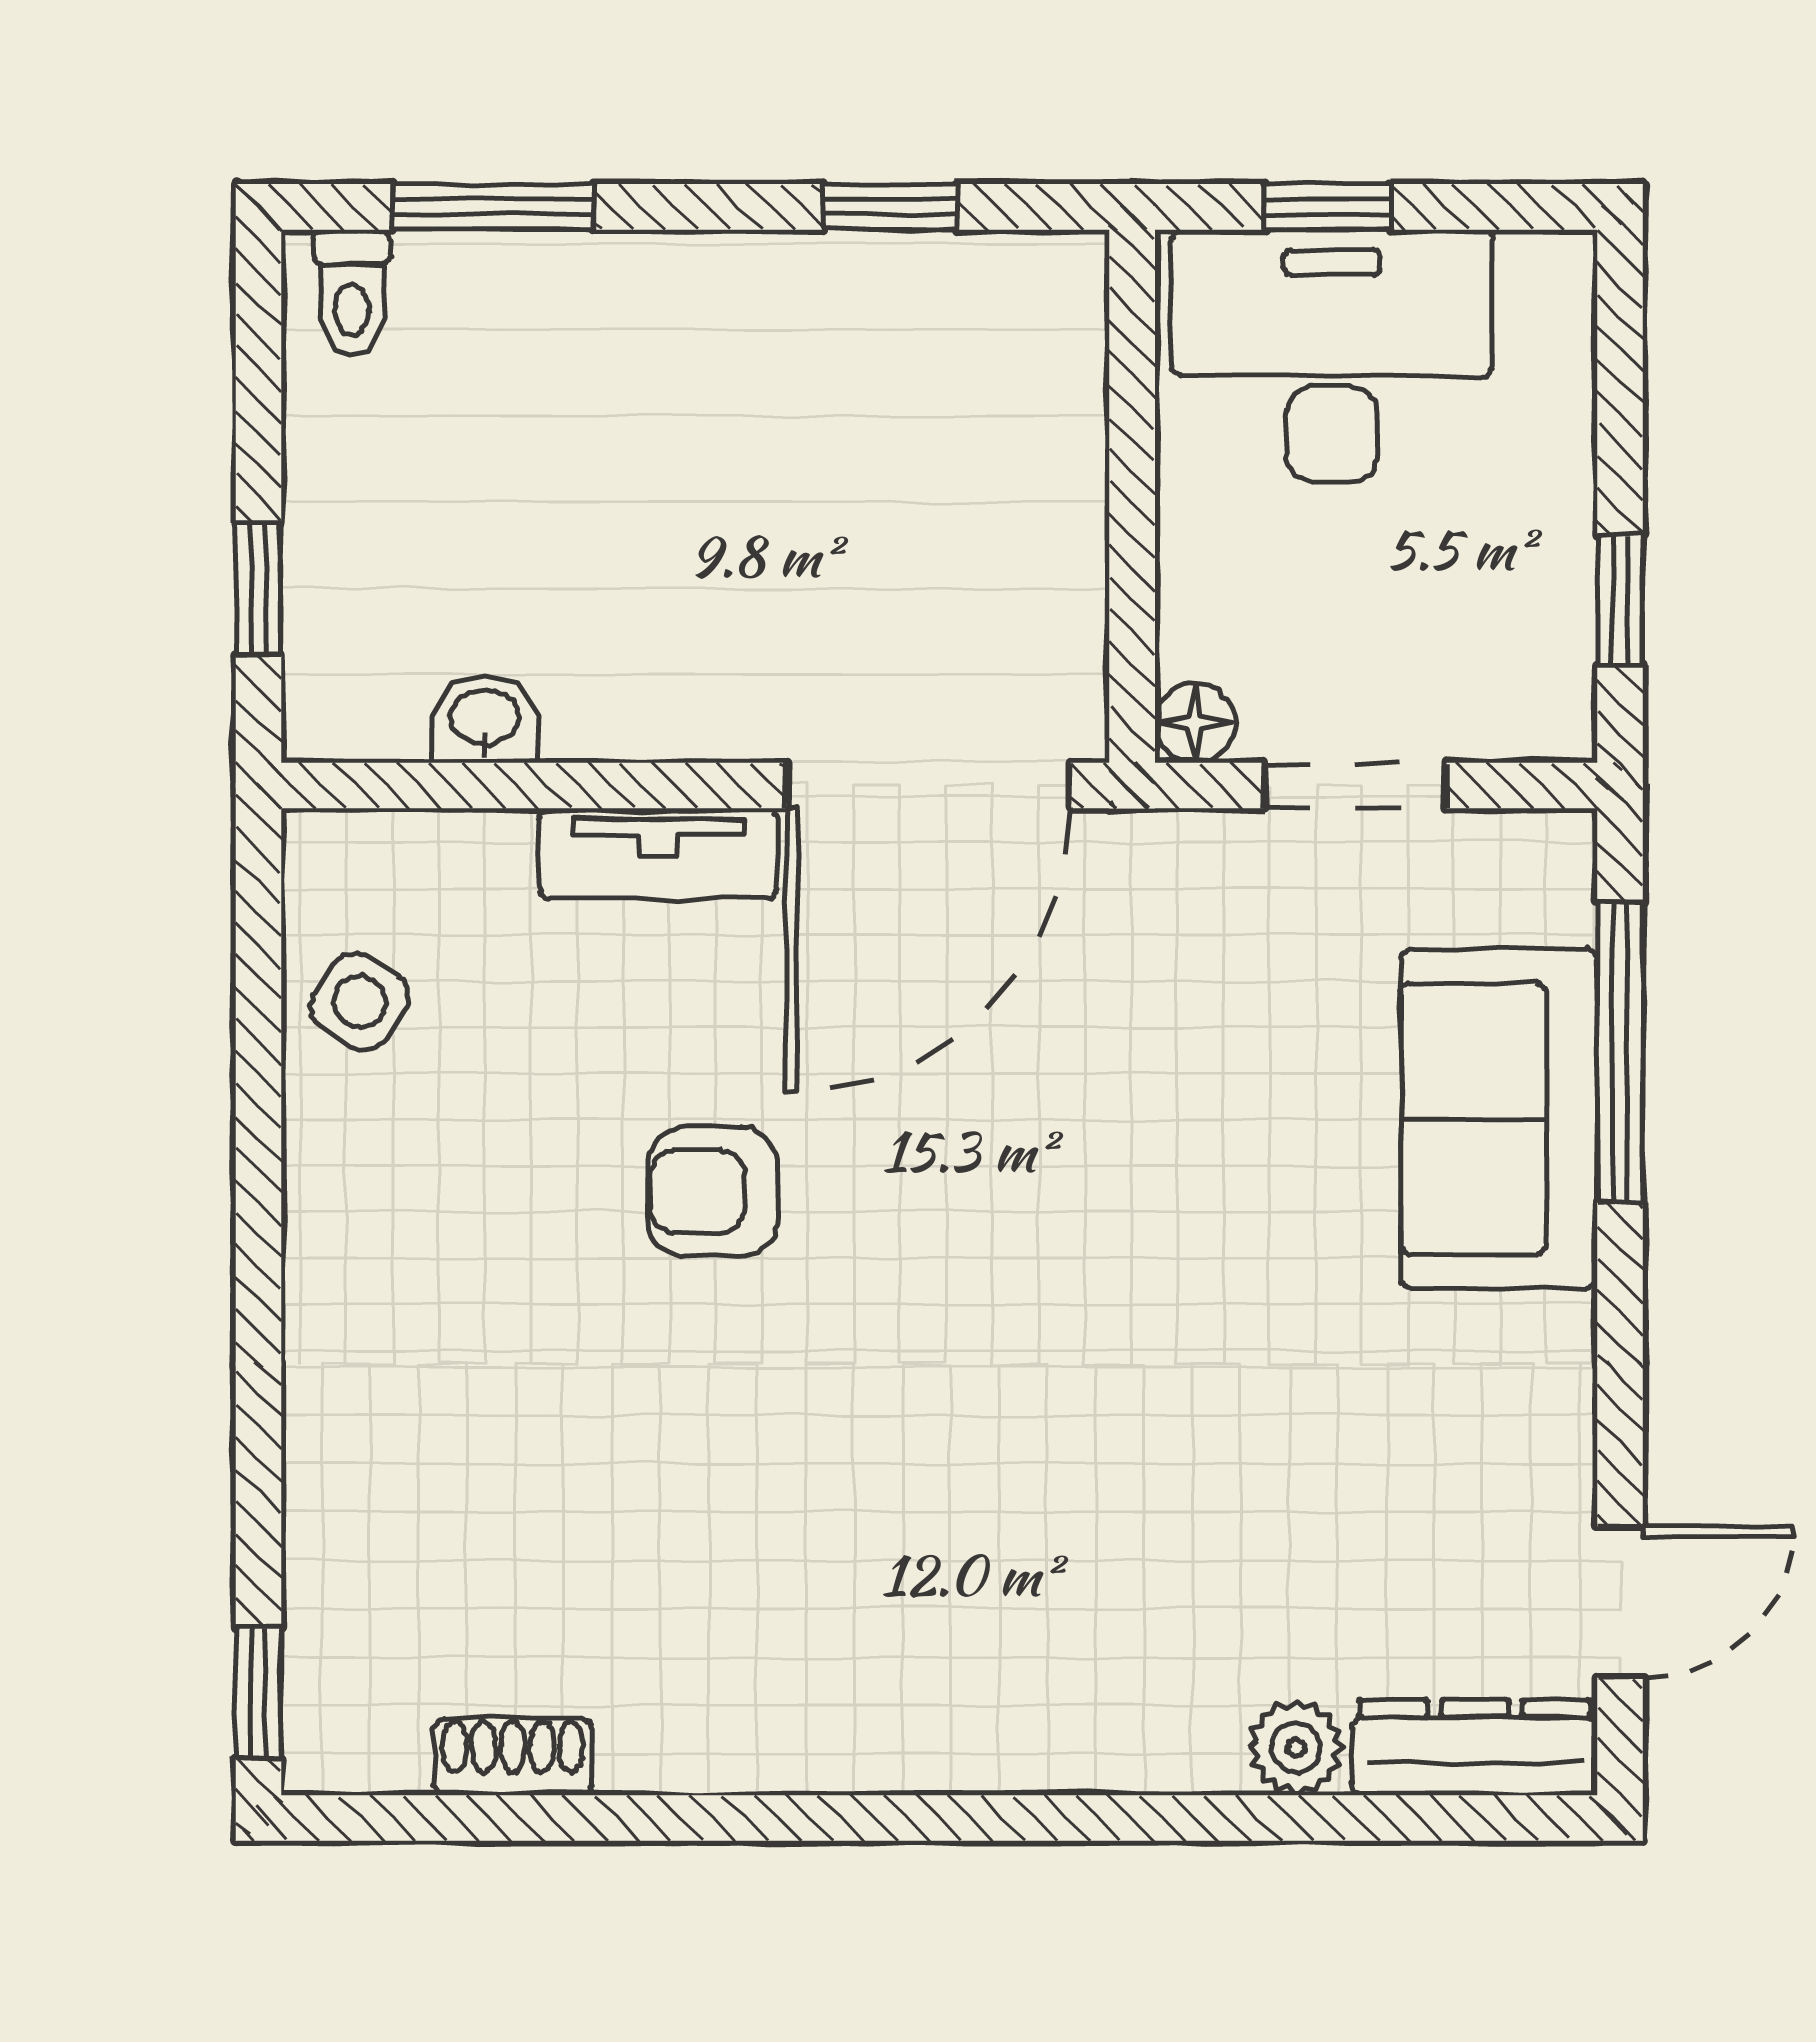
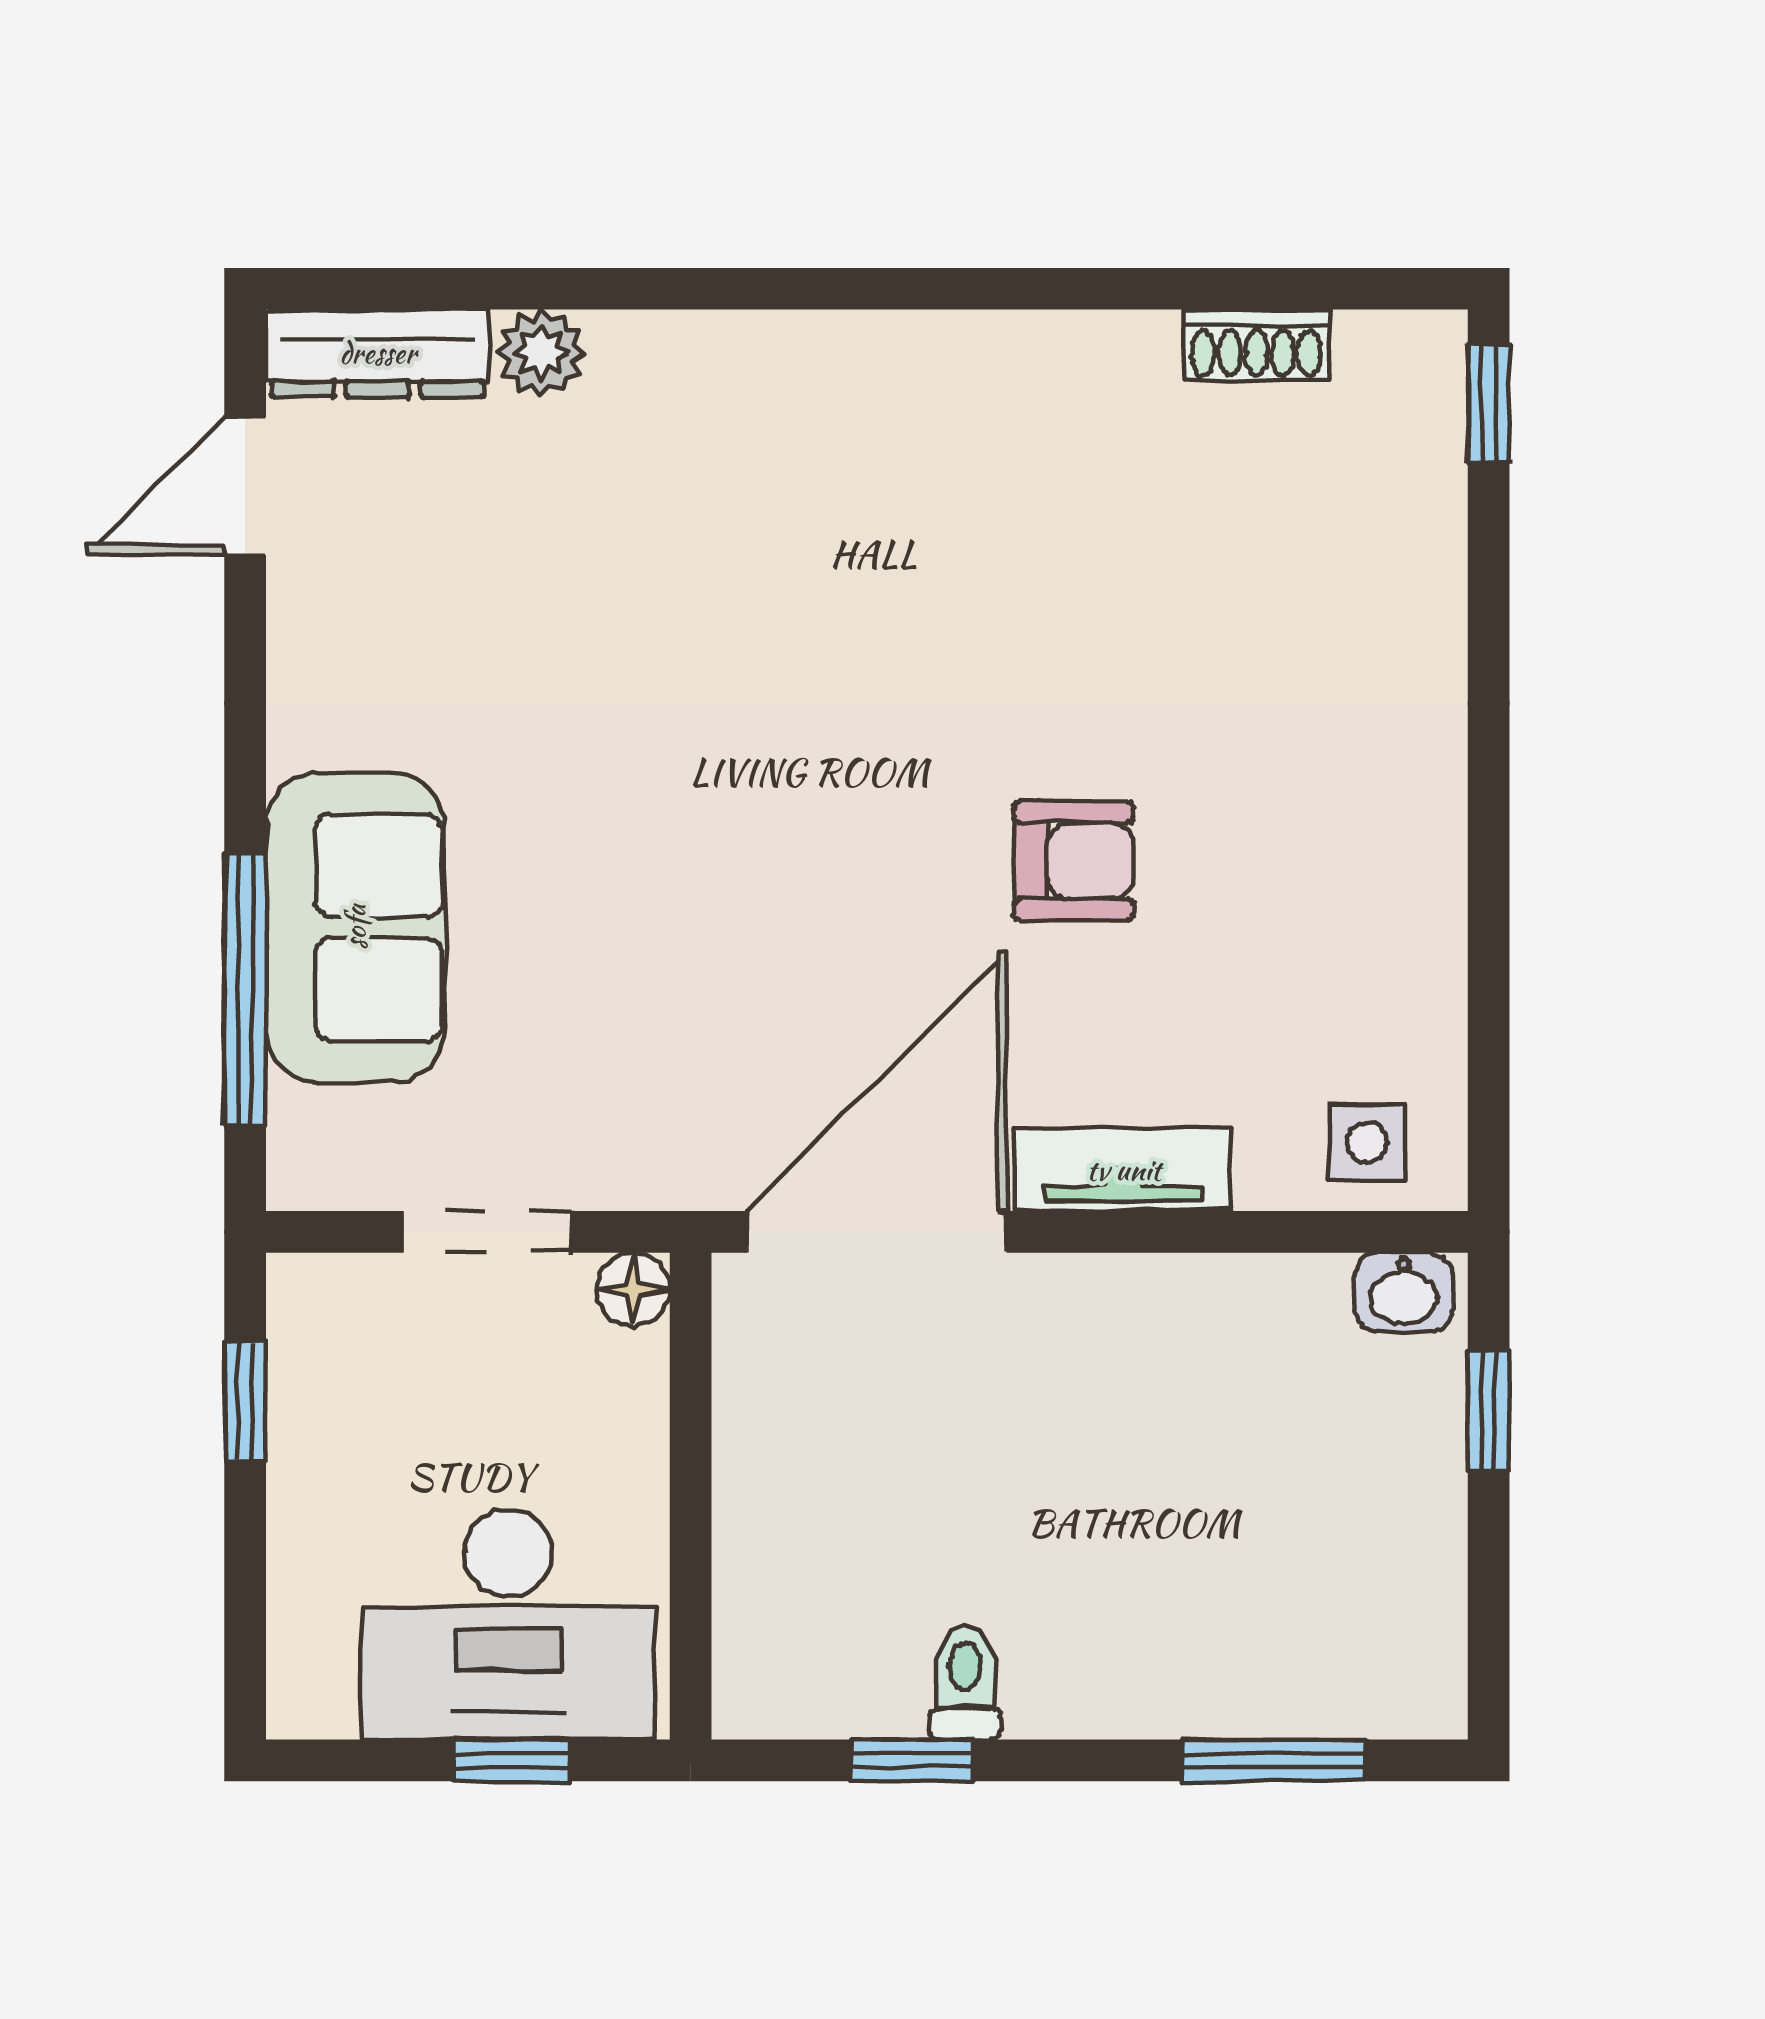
toilet: (352, 293) -> (965, 1682), moved
washbasin: (485, 719) -> (1404, 1292), moved
side table: (360, 1002) -> (1367, 1143), moved, turned -33

